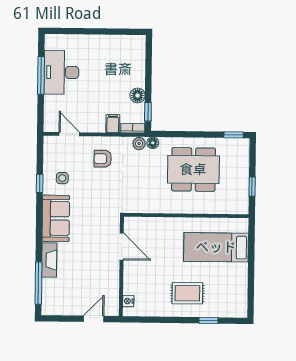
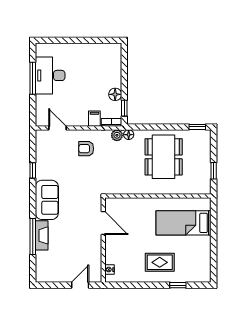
dining table: (193, 169) -> (164, 157), turned 90
side table: (62, 178) -> (52, 165), removed
window: (38, 283) -> (33, 237), moved

